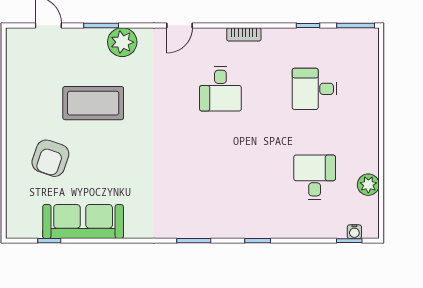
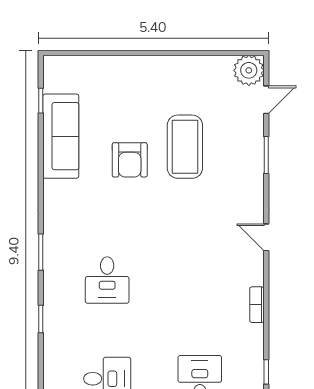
plant: (122, 42) -> (249, 70), moved
desk: (220, 89) -> (107, 280), moved, turned -90
armchair: (50, 158) -> (130, 160), moved, turned -109

